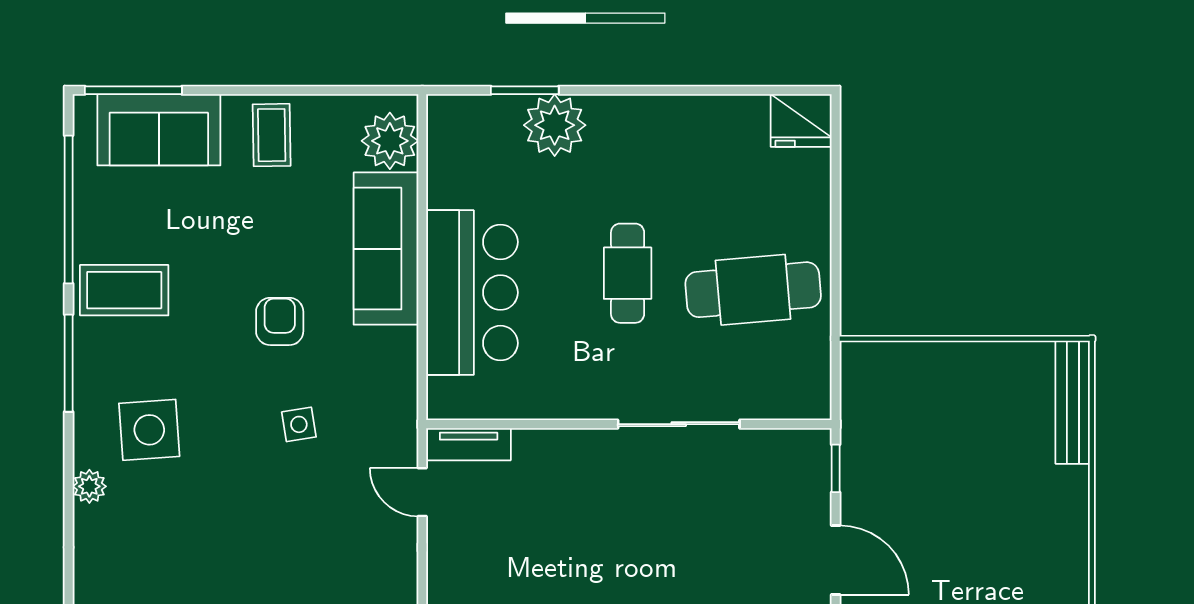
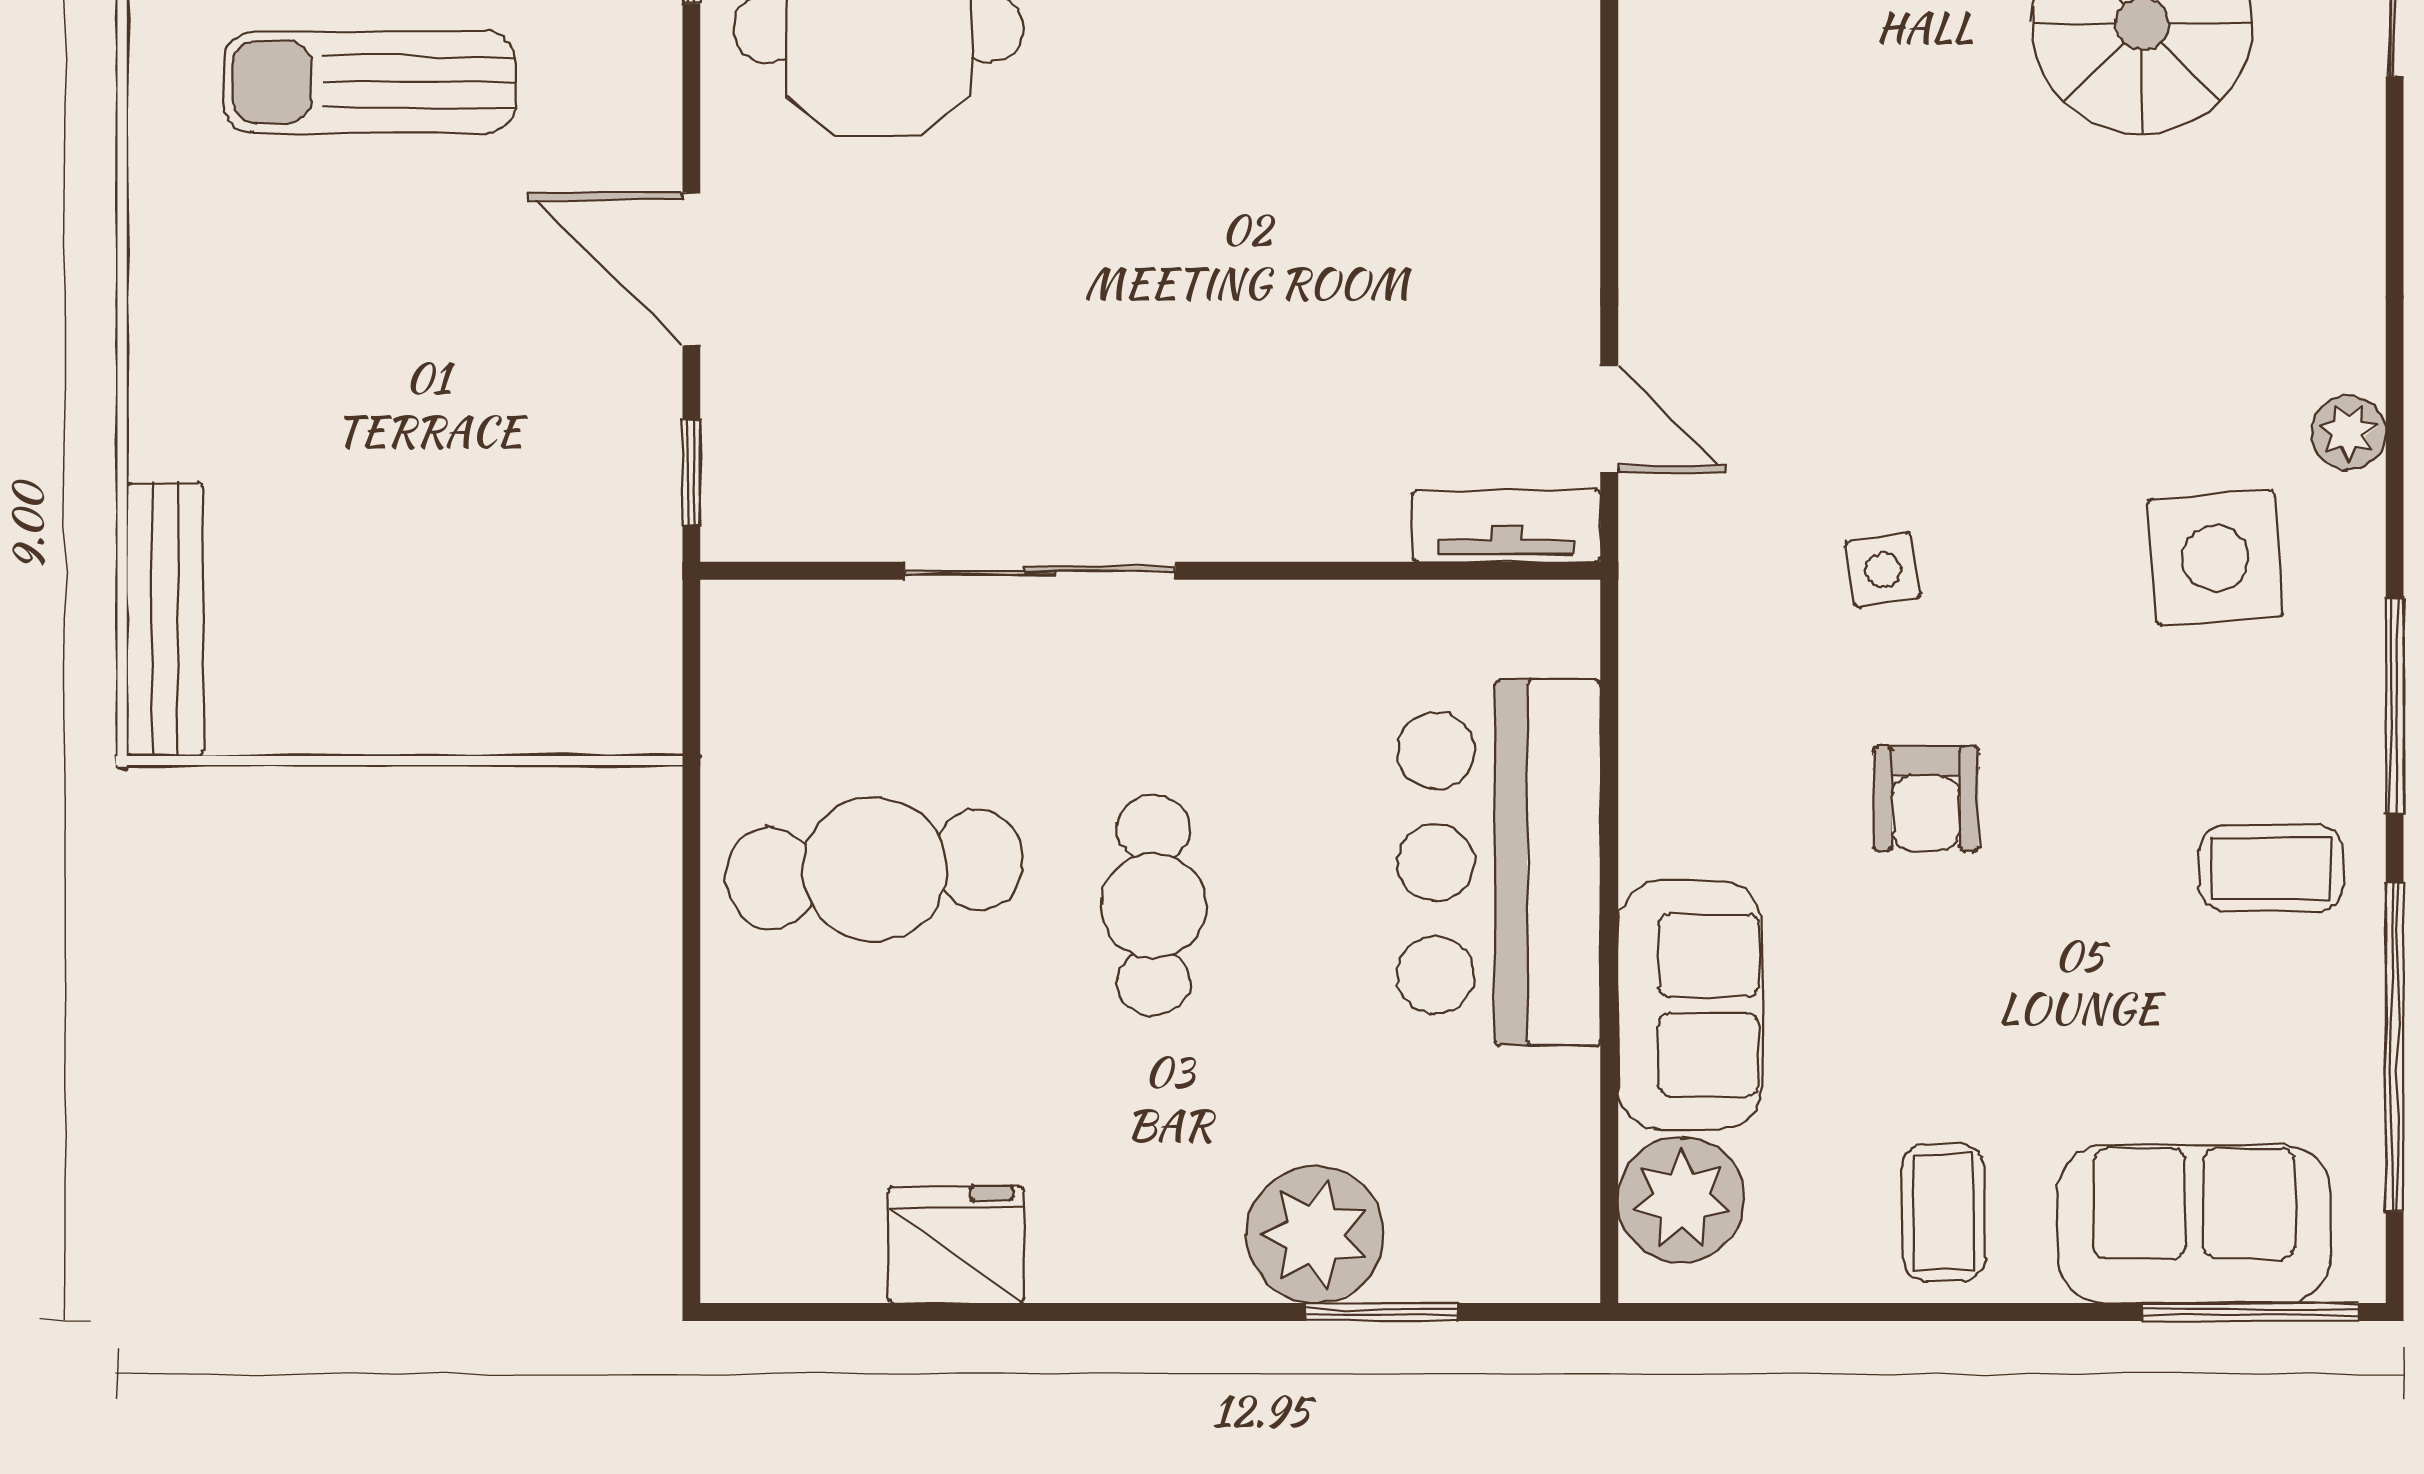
fridge: (801, 121) -> (956, 1245), moved
sofa: (386, 249) -> (1690, 1005), width x0.73
coffee table: (124, 290) -> (2271, 868), width x0.73, depth x0.77

